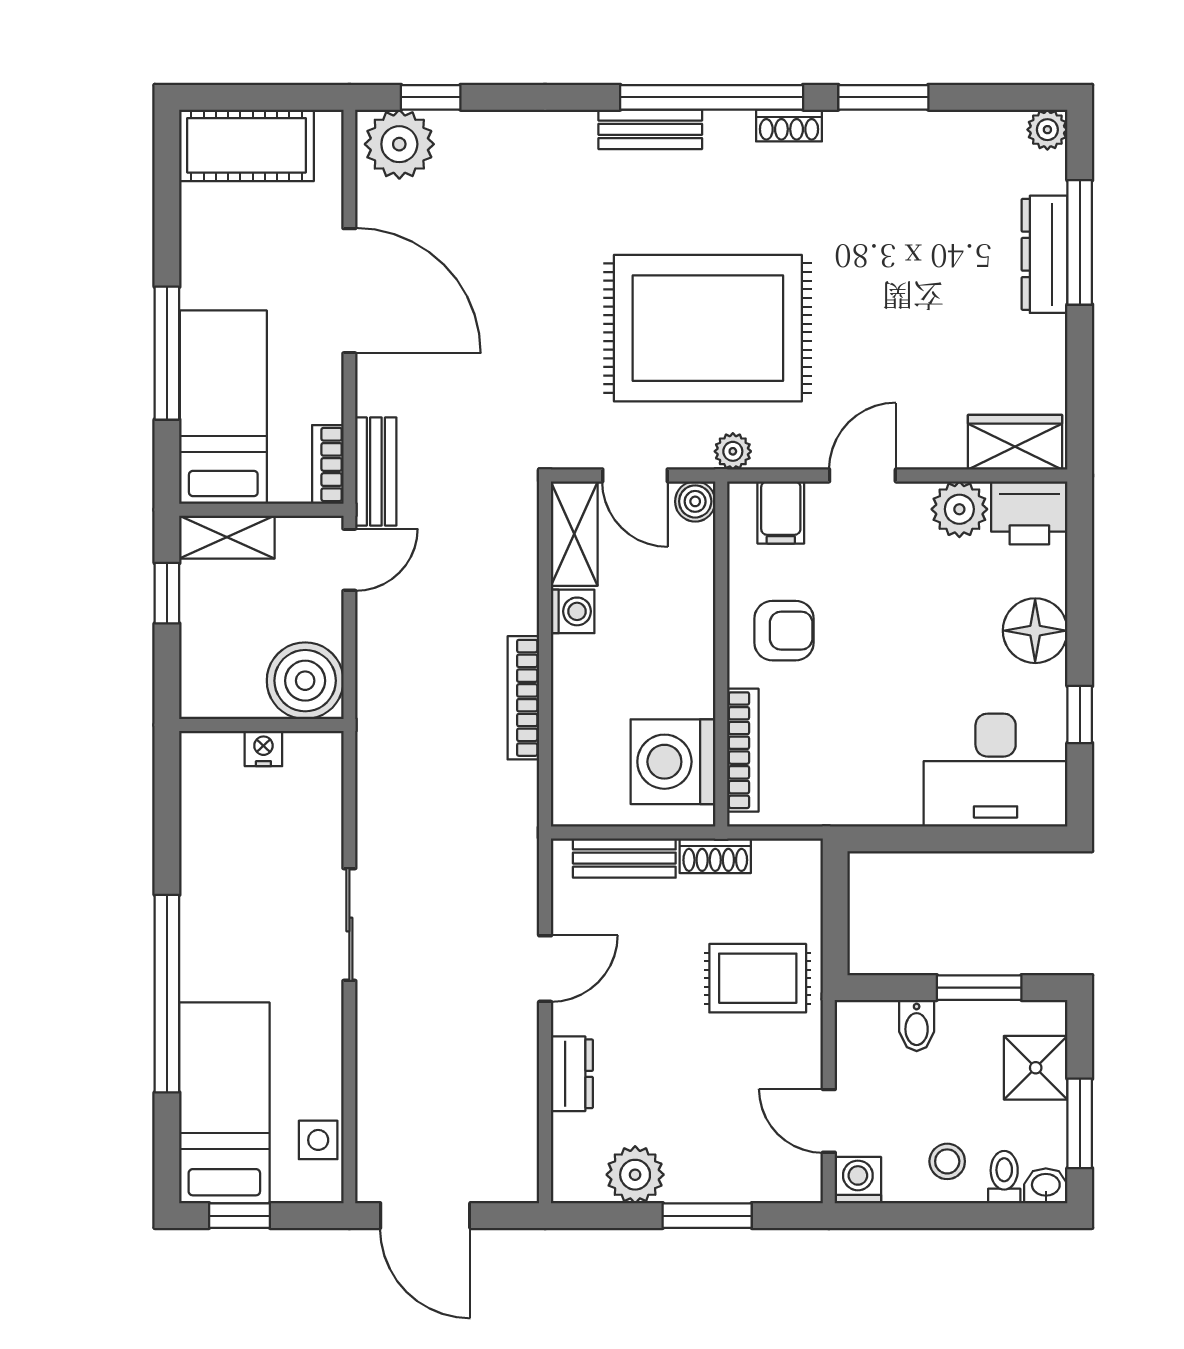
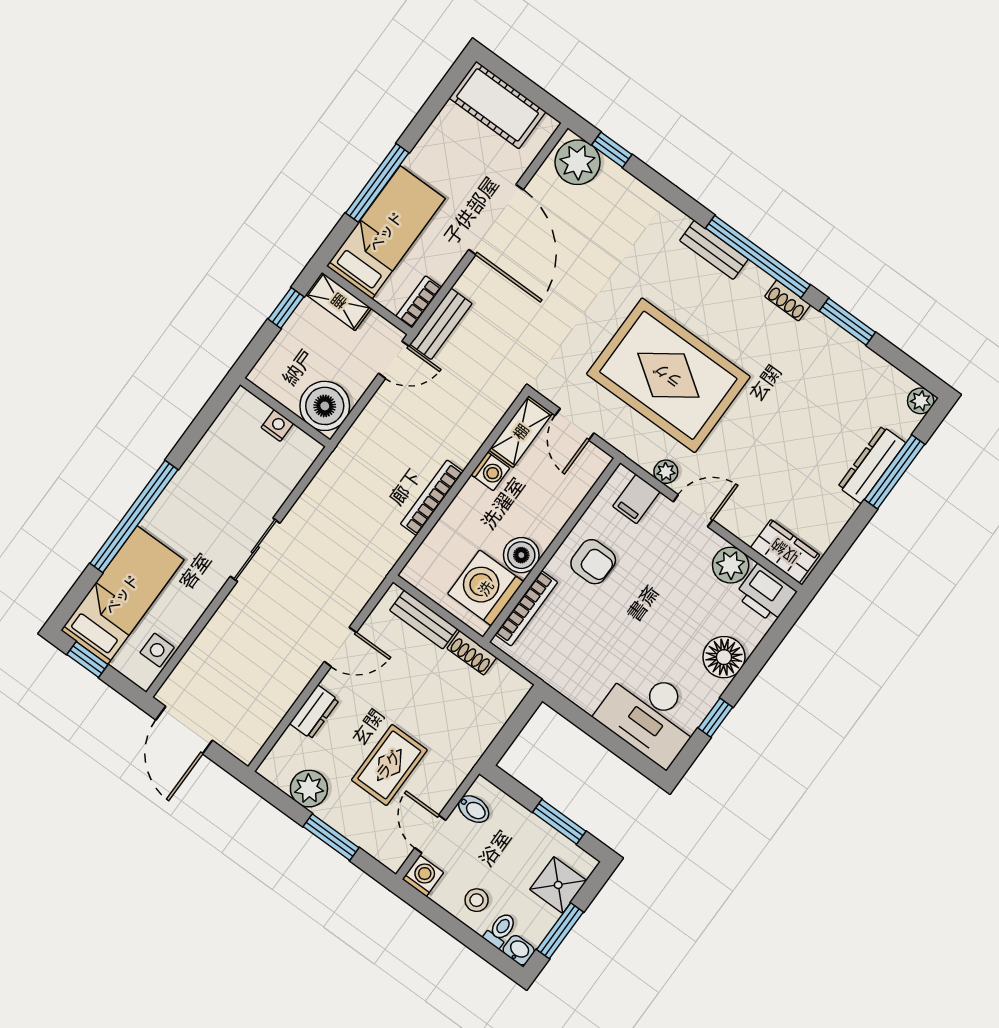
plant: (733, 451) -> (666, 472), moved
boiler: (695, 501) -> (521, 555), moved, width x1.36, depth x1.36
rug: (758, 978) -> (389, 765), moved, turned 90
bidet: (917, 1026) -> (474, 809), moved, turned -90

